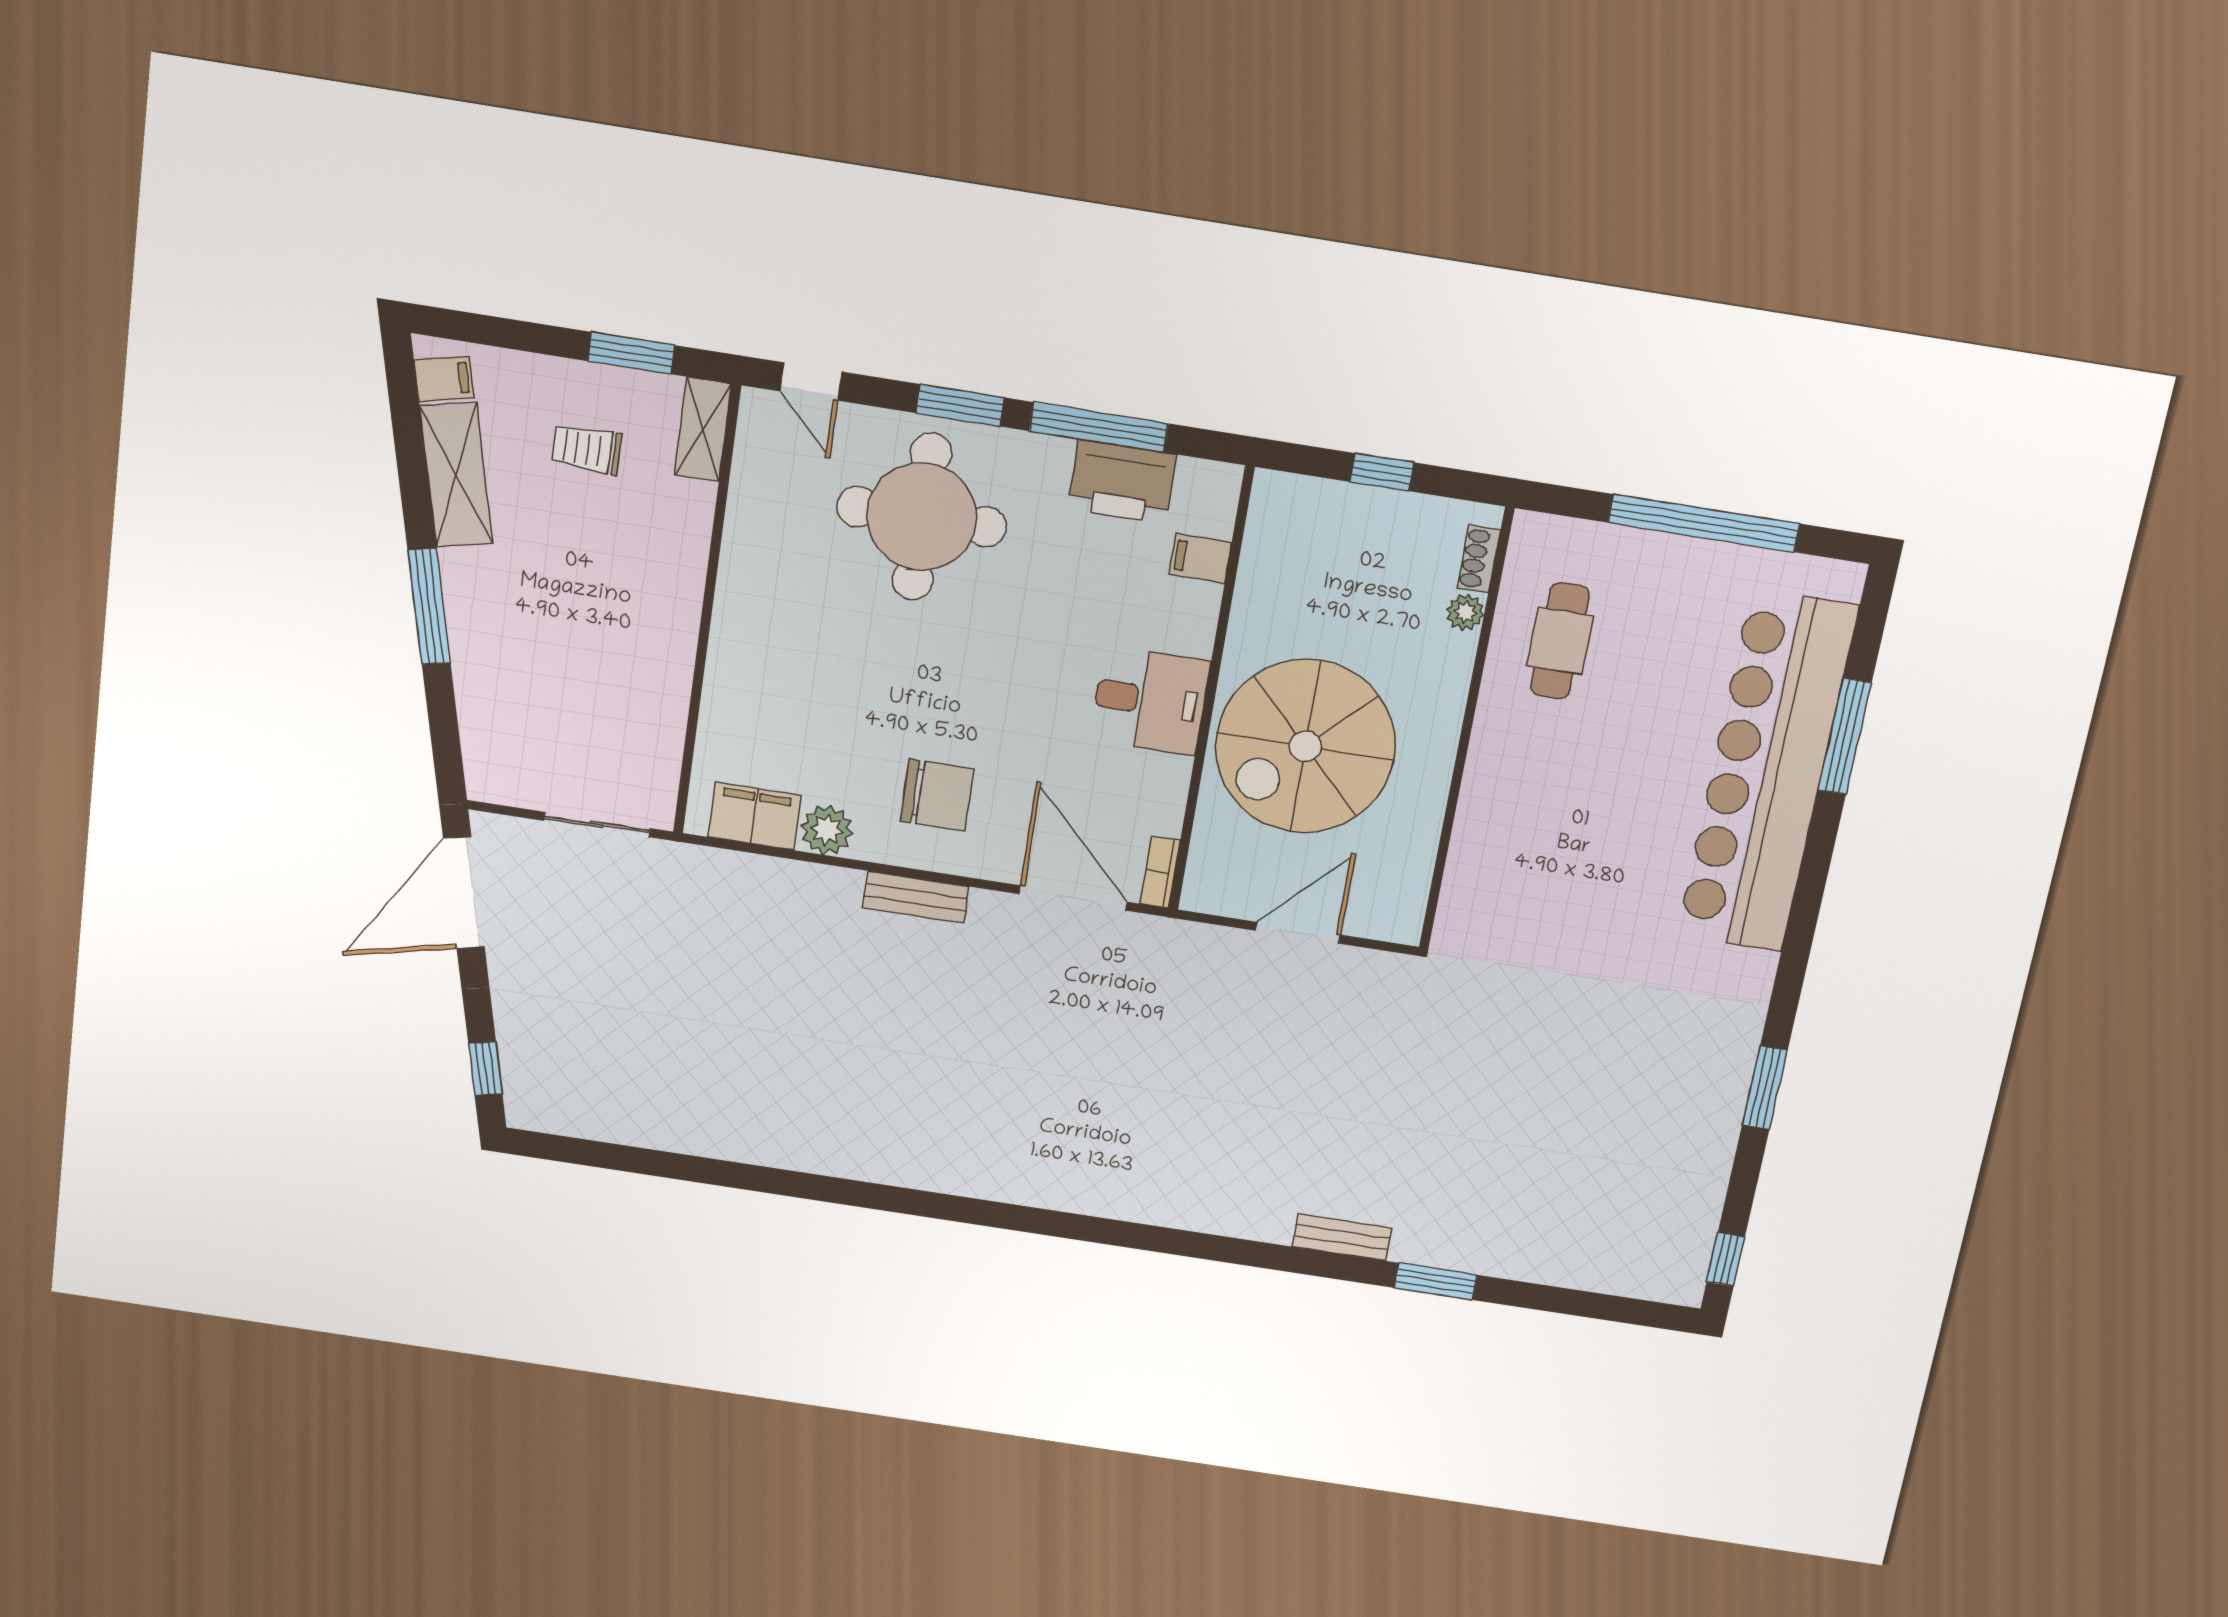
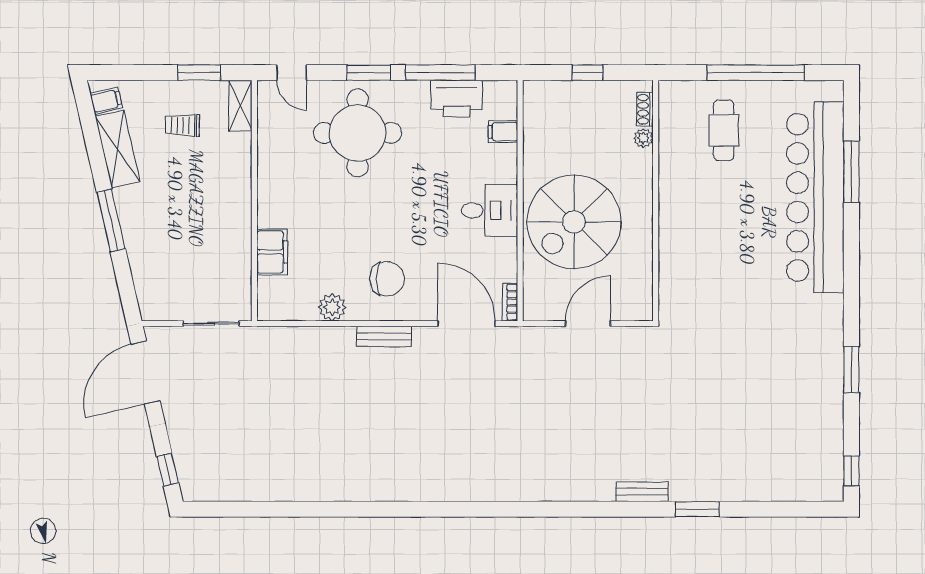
cafe table: (1560, 641) -> (724, 130), moved
filing cabinet: (755, 816) -> (272, 252), moved, turned 90

